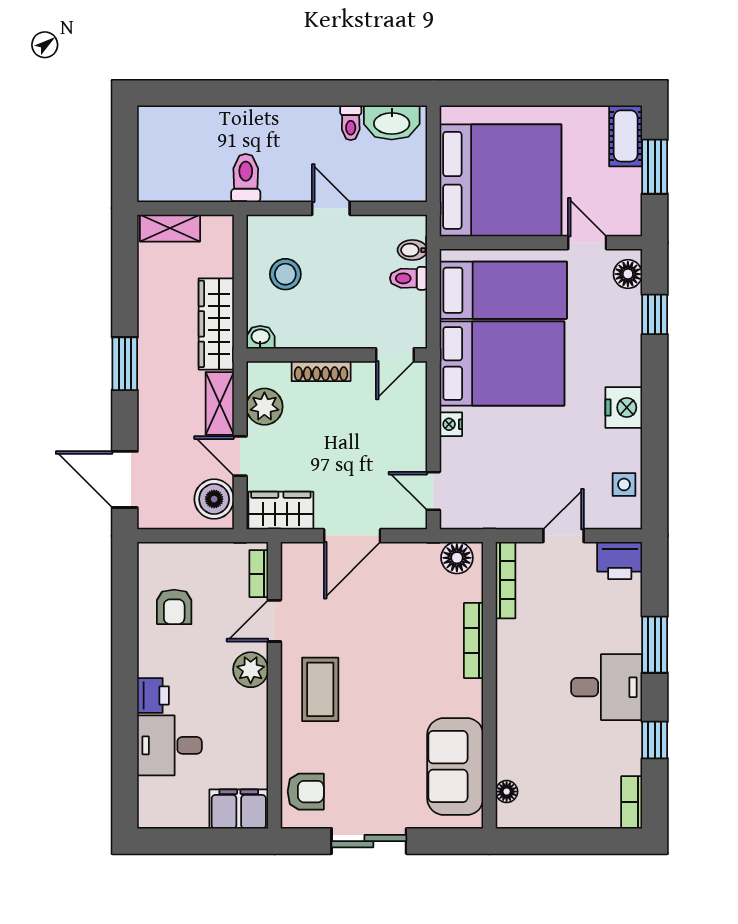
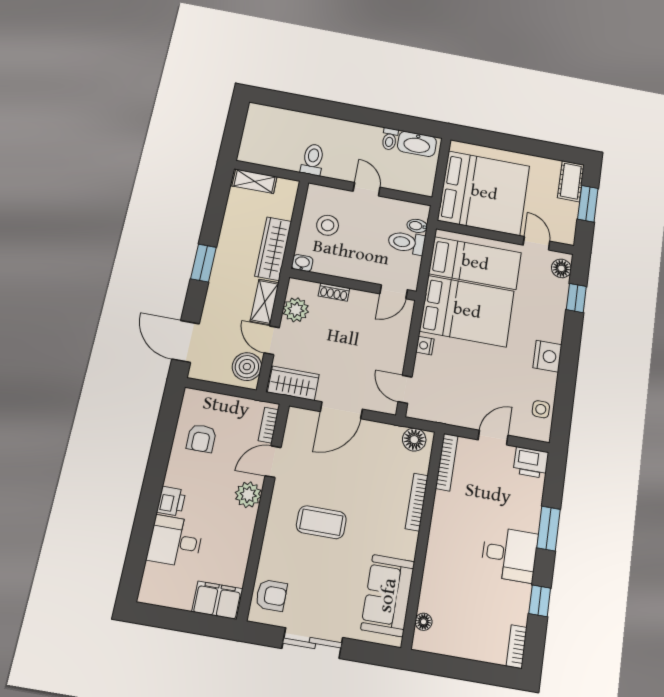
toilet: (408, 278) -> (407, 243), width x1.37, depth x1.39
shoe rack: (321, 371) -> (334, 292), width x0.70
coffee table: (320, 689) -> (321, 522), moved, turned 90

